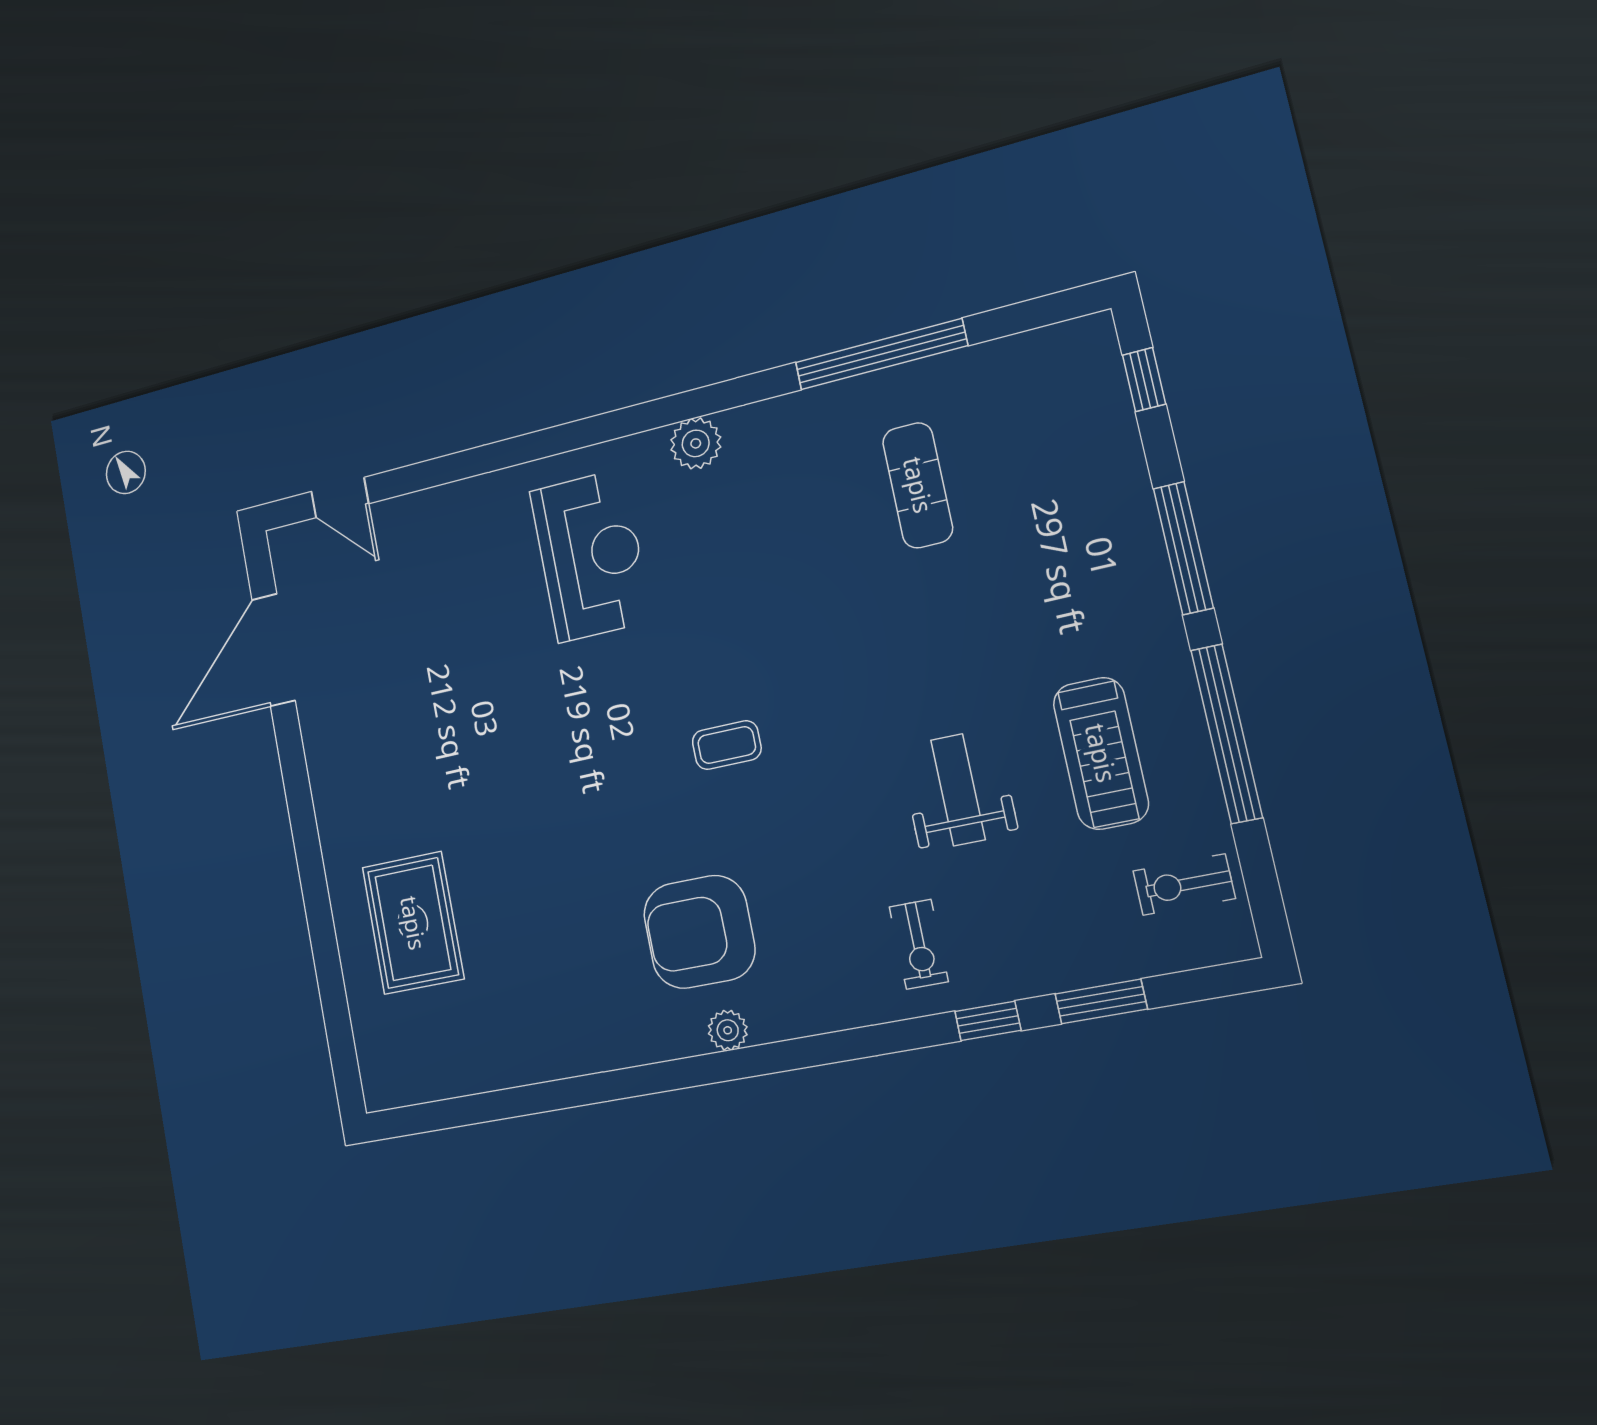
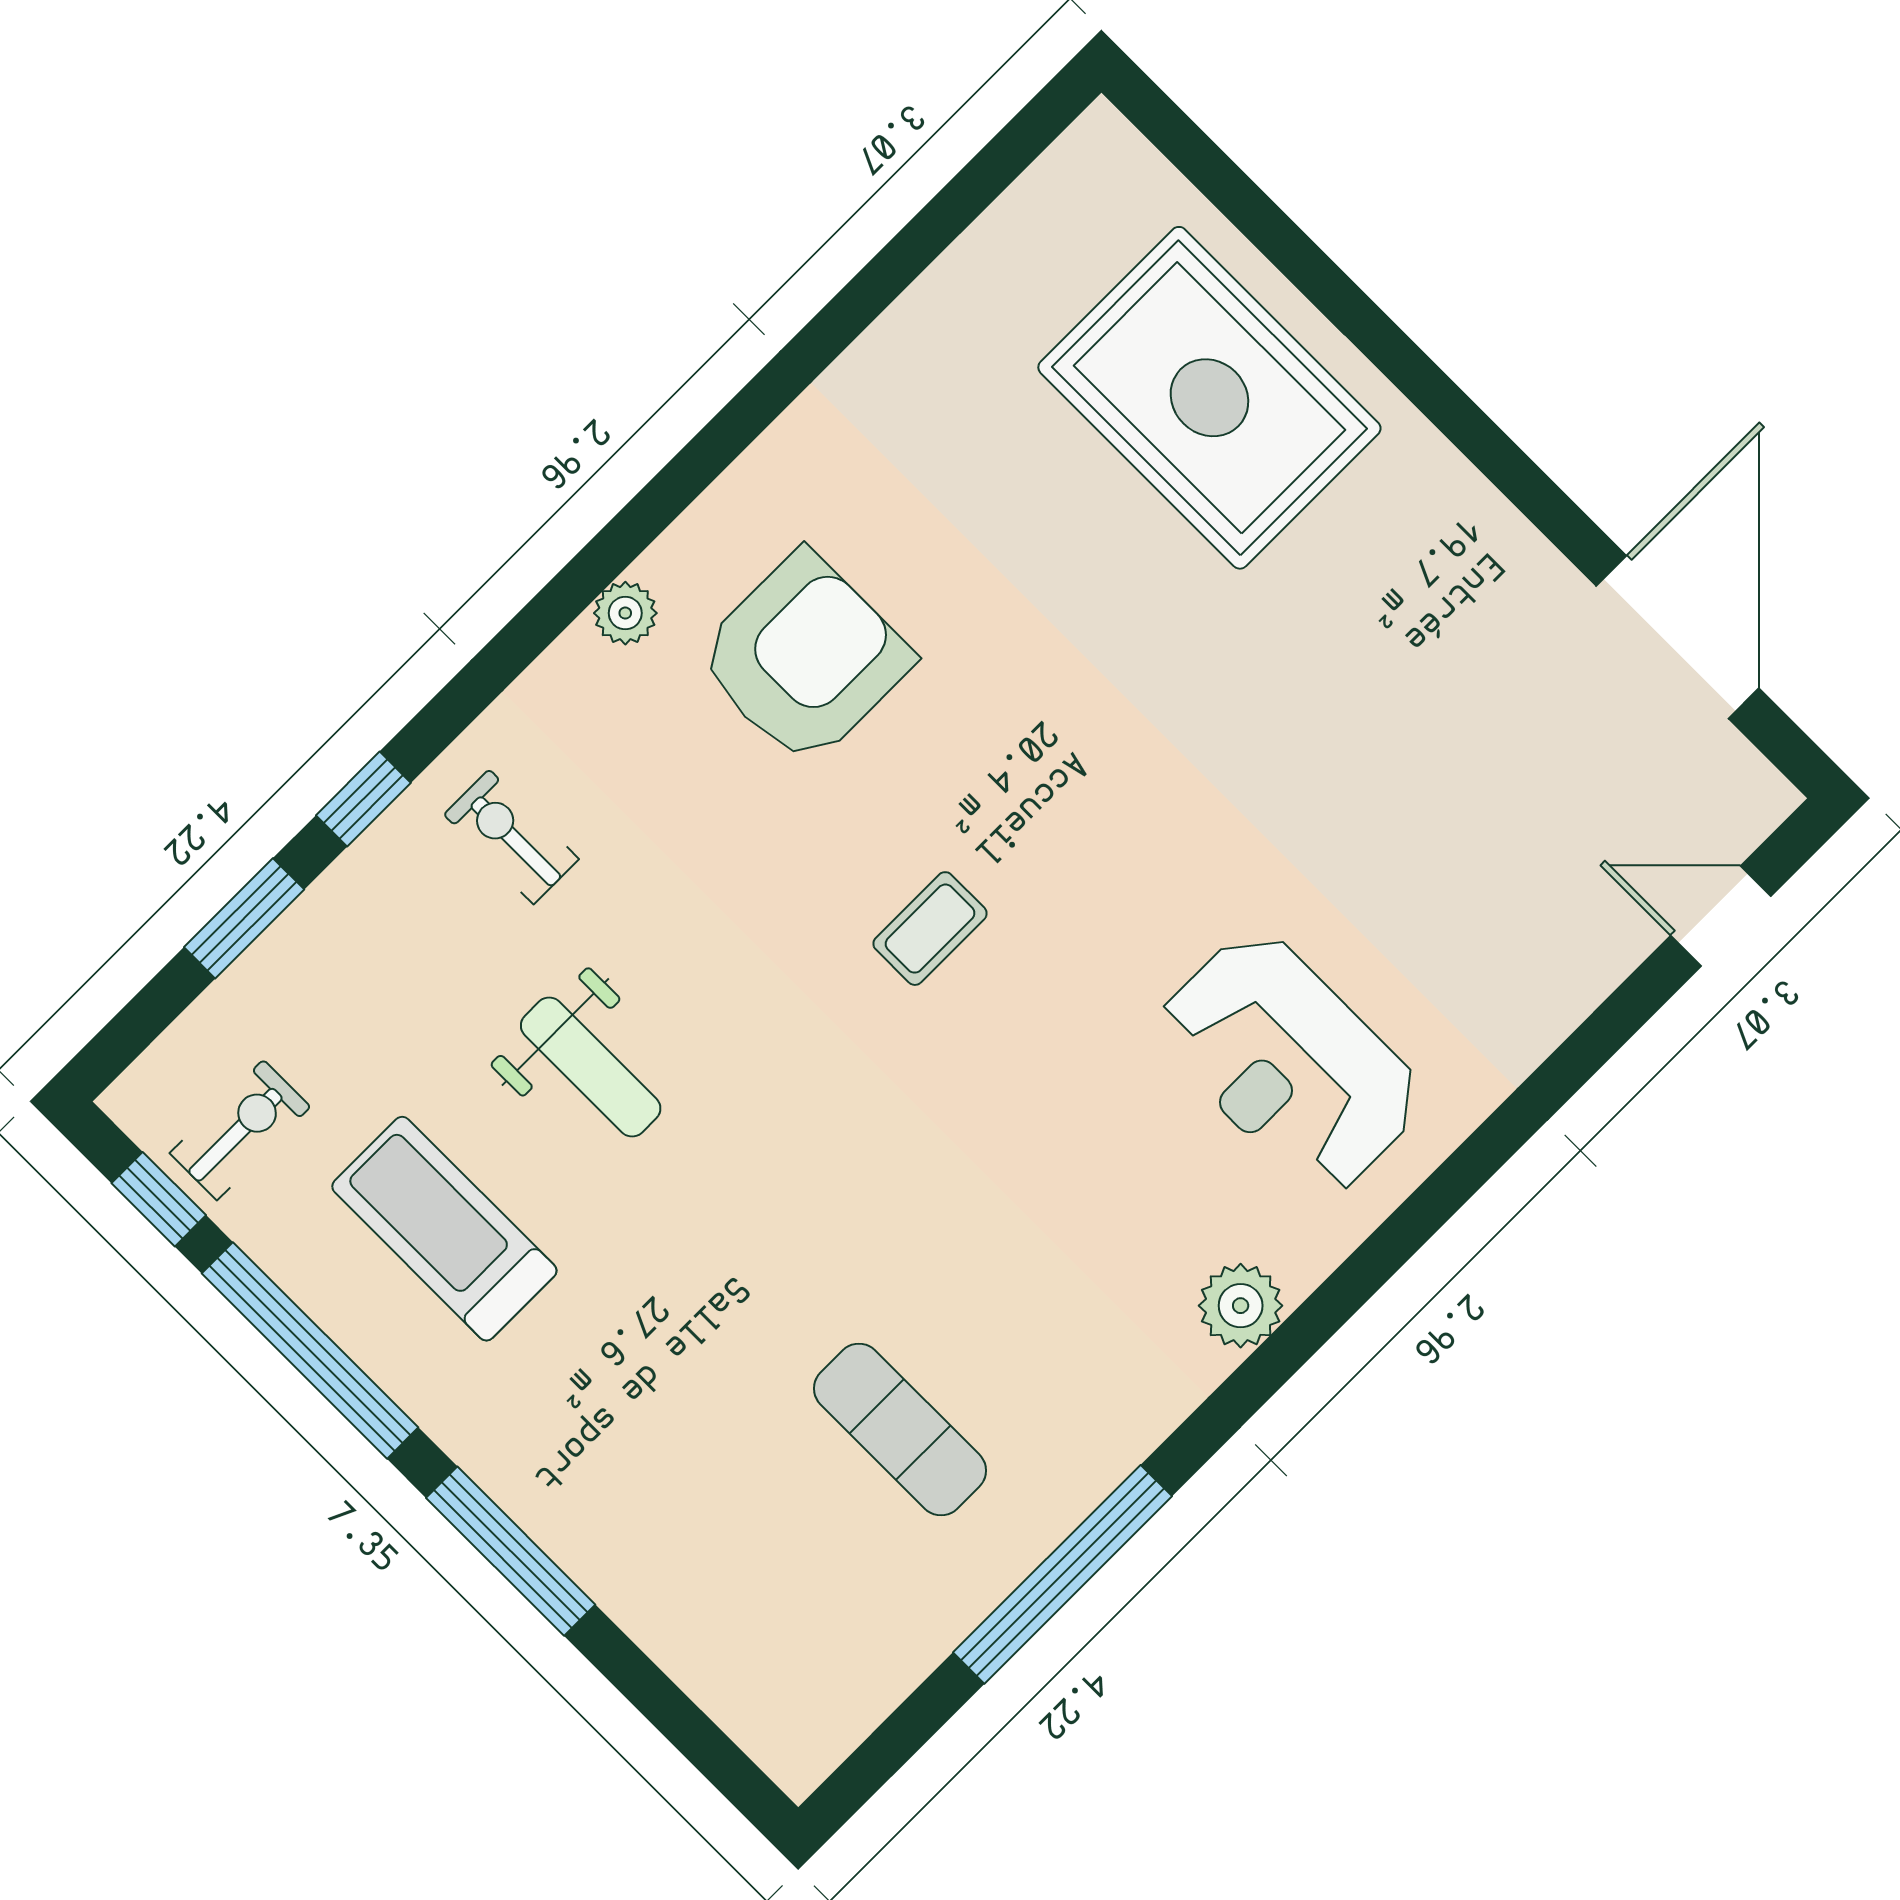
window: (1144, 380) -> (159, 1199), moved
rug: (413, 923) -> (1209, 398), width x1.37, depth x1.44
plant: (728, 1030) -> (625, 613), moved

